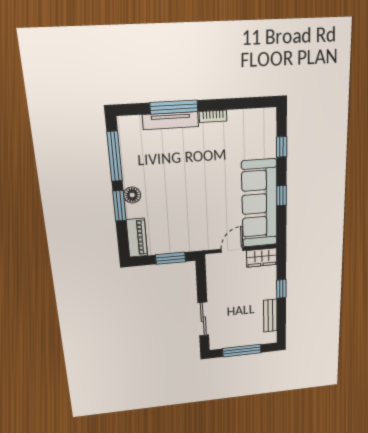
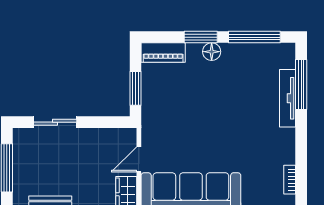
window: (174, 107) -> (301, 85), moved
bookcase: (213, 116) -> (290, 180), moved
door: (232, 250) -> (139, 159), swing flipped

